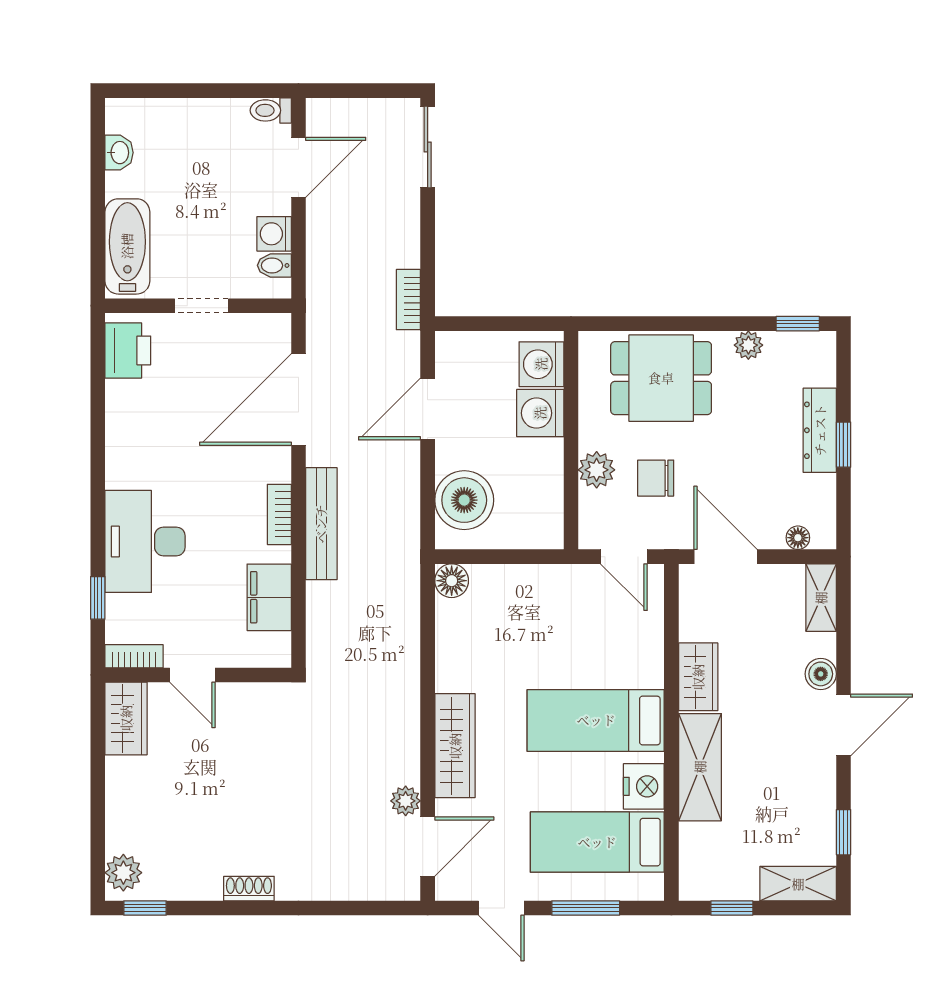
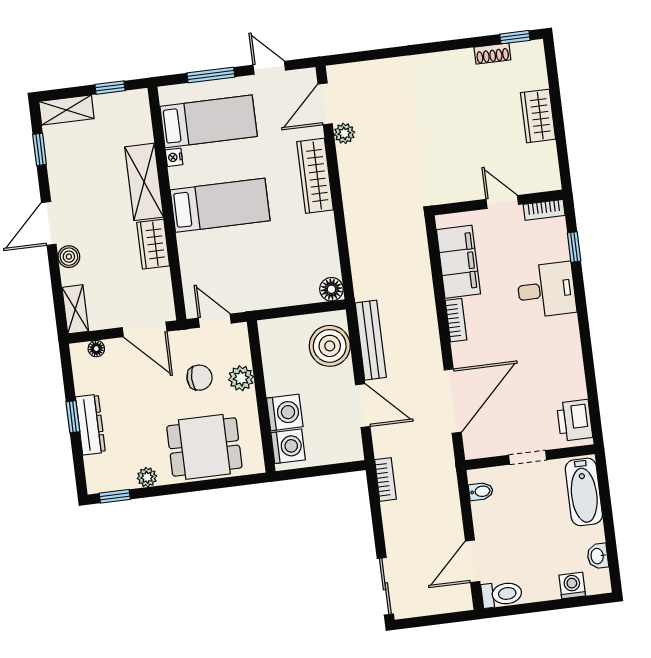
toilet: (271, 110) -> (502, 594), width x1.37, depth x1.39
washing machine: (274, 234) -> (572, 585), moved, turned -90
door: (428, 409) -> (363, 406), hinge flipped
bench: (321, 524) -> (371, 340), moved
desk: (145, 541) -> (546, 290), width x0.73
filing cabinet: (269, 597) -> (458, 262), width x1.50, depth x1.17
wardrobe: (126, 718) -> (538, 116), moved
nightstand: (644, 786) -> (174, 157), width x0.53, depth x0.56
plant: (123, 873) -> (533, 60), removed
shoe rack: (249, 889) -> (492, 54), moved

